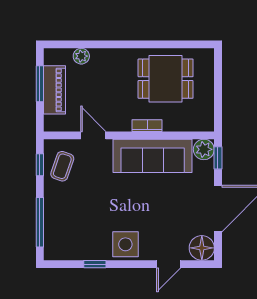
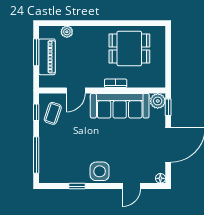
door: (93, 135) -> (76, 90), swing flipped
floor lamp: (202, 248) -> (160, 178), width x0.53, depth x0.53

